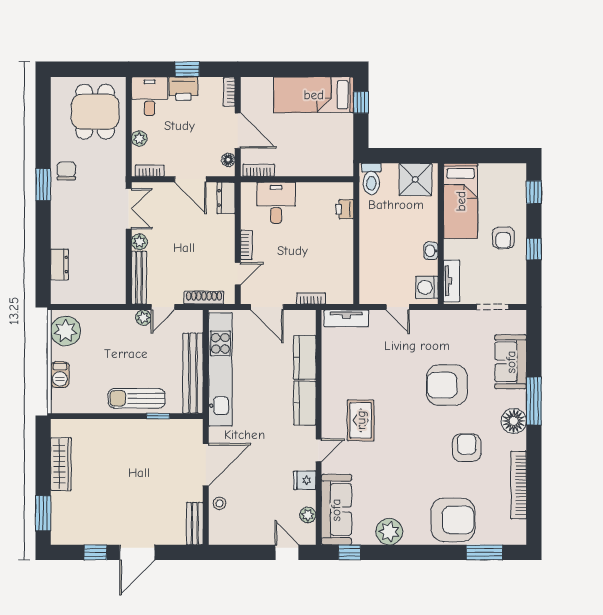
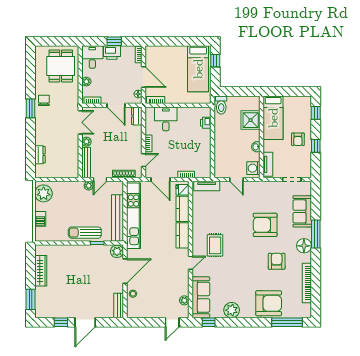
bed: (314, 95) -> (198, 69), moved, turned -90
shower: (415, 179) -> (251, 120), moved
plant: (192, 431) -> (117, 251), added
fridge: (305, 480) -> (182, 190), moved
door: (287, 552) -> (172, 322), swing flipped
window: (484, 552) -> (287, 322), width x1.44

